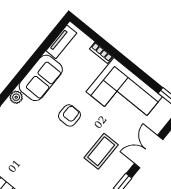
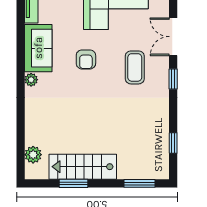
armchair: (69, 115) -> (86, 59), turned 180

